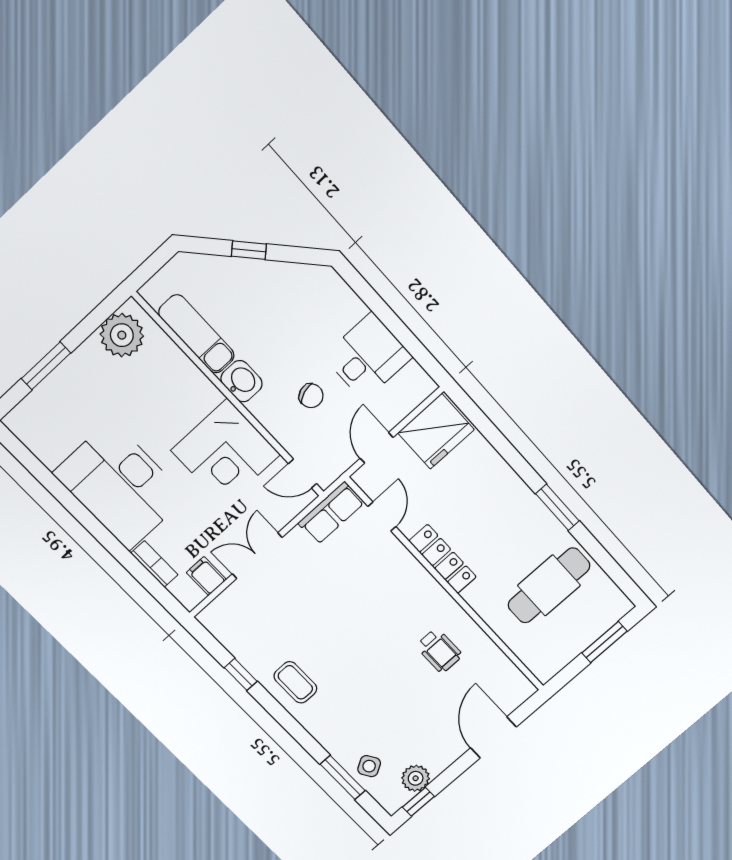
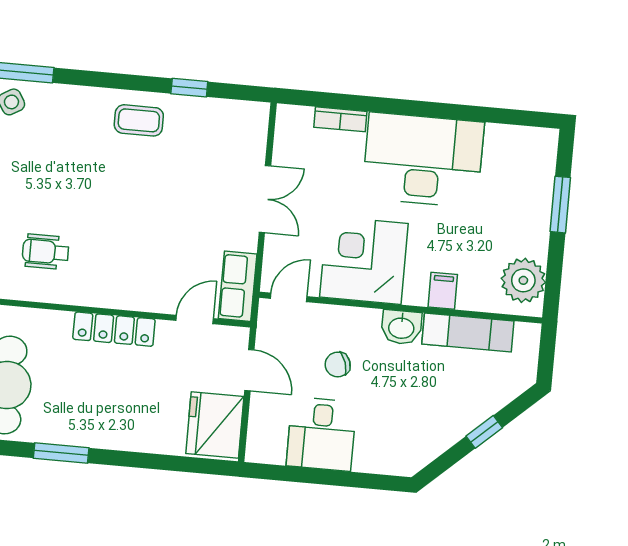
door: (382, 517) -> (195, 320), swing flipped
filing cabinet: (206, 576) -> (443, 291), moved, turned -90

